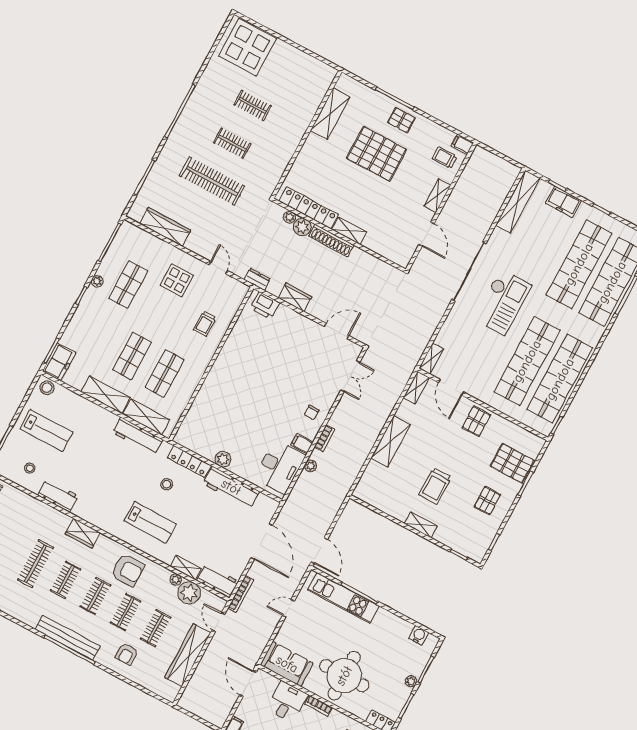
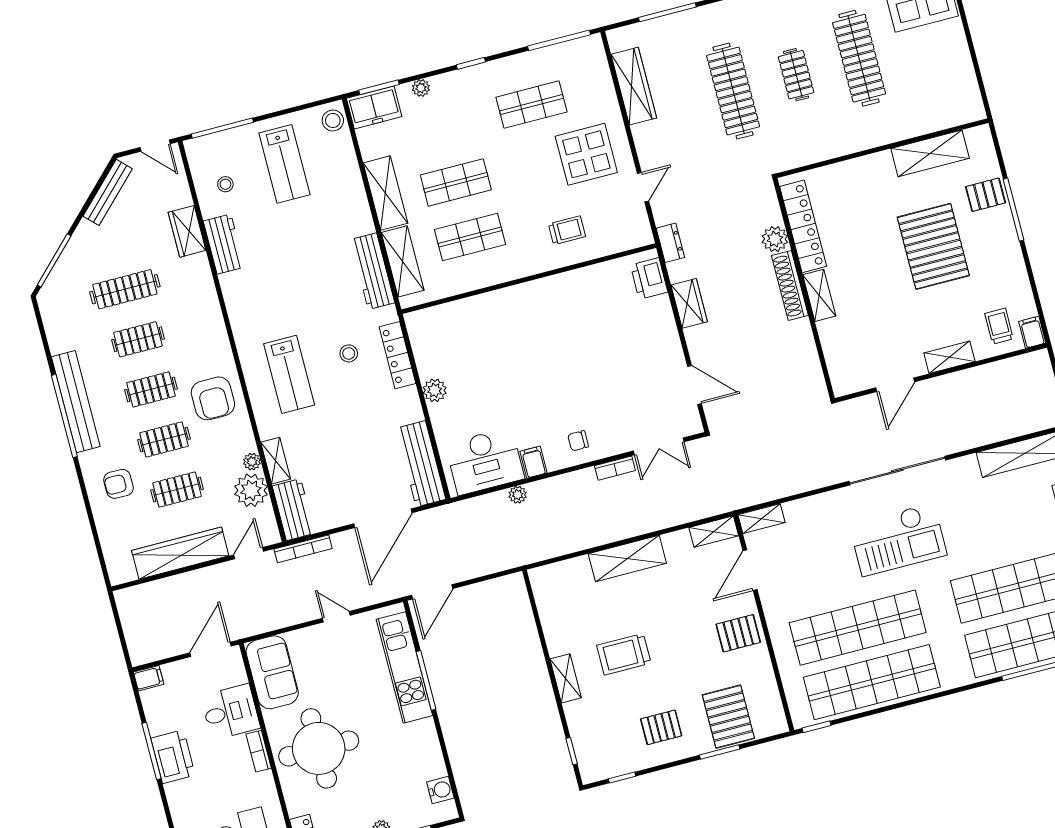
clothes rail: (252, 105) -> (859, 58), width x1.86, depth x1.31
pallet: (401, 120) -> (986, 195), moved, turned 90
plant: (289, 217) -> (773, 215), removed
display table: (177, 280) -> (586, 154), width x1.36, depth x1.36
plant: (97, 281) -> (421, 88), moved
trolley: (205, 324) -> (567, 230), turned 180
bookcase: (325, 438) -> (615, 468), moved
workbench: (231, 487) -> (421, 464), moved
wardrobe: (83, 533) -> (187, 231), moved

